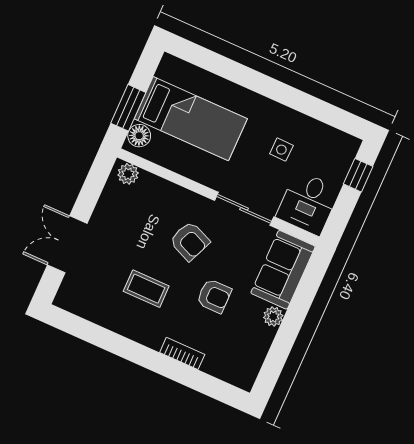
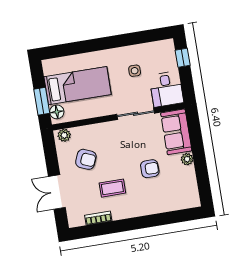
armchair: (190, 241) -> (86, 159), moved
bookcase: (182, 353) -> (98, 218), moved

